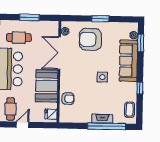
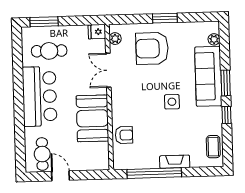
window: (29, 17) -> (44, 22), moved
window: (141, 43) -> (226, 83), moved
double door: (59, 53) -> (108, 70), width x0.73
fridge: (51, 114) -> (97, 32), moved
door: (23, 125) -> (61, 176), hinge flipped
window: (107, 126) -> (154, 173), moved

